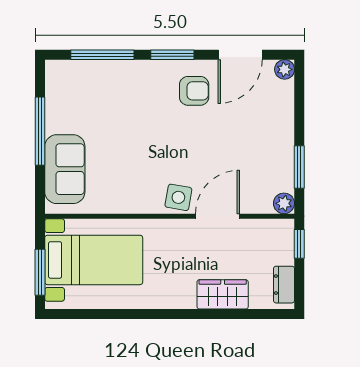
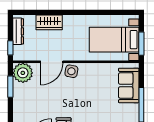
plant: (284, 203) -> (23, 73), width x1.87, depth x1.87
window: (40, 272) -> (141, 44), moved
dresser: (284, 285) -> (18, 31), width x1.44

